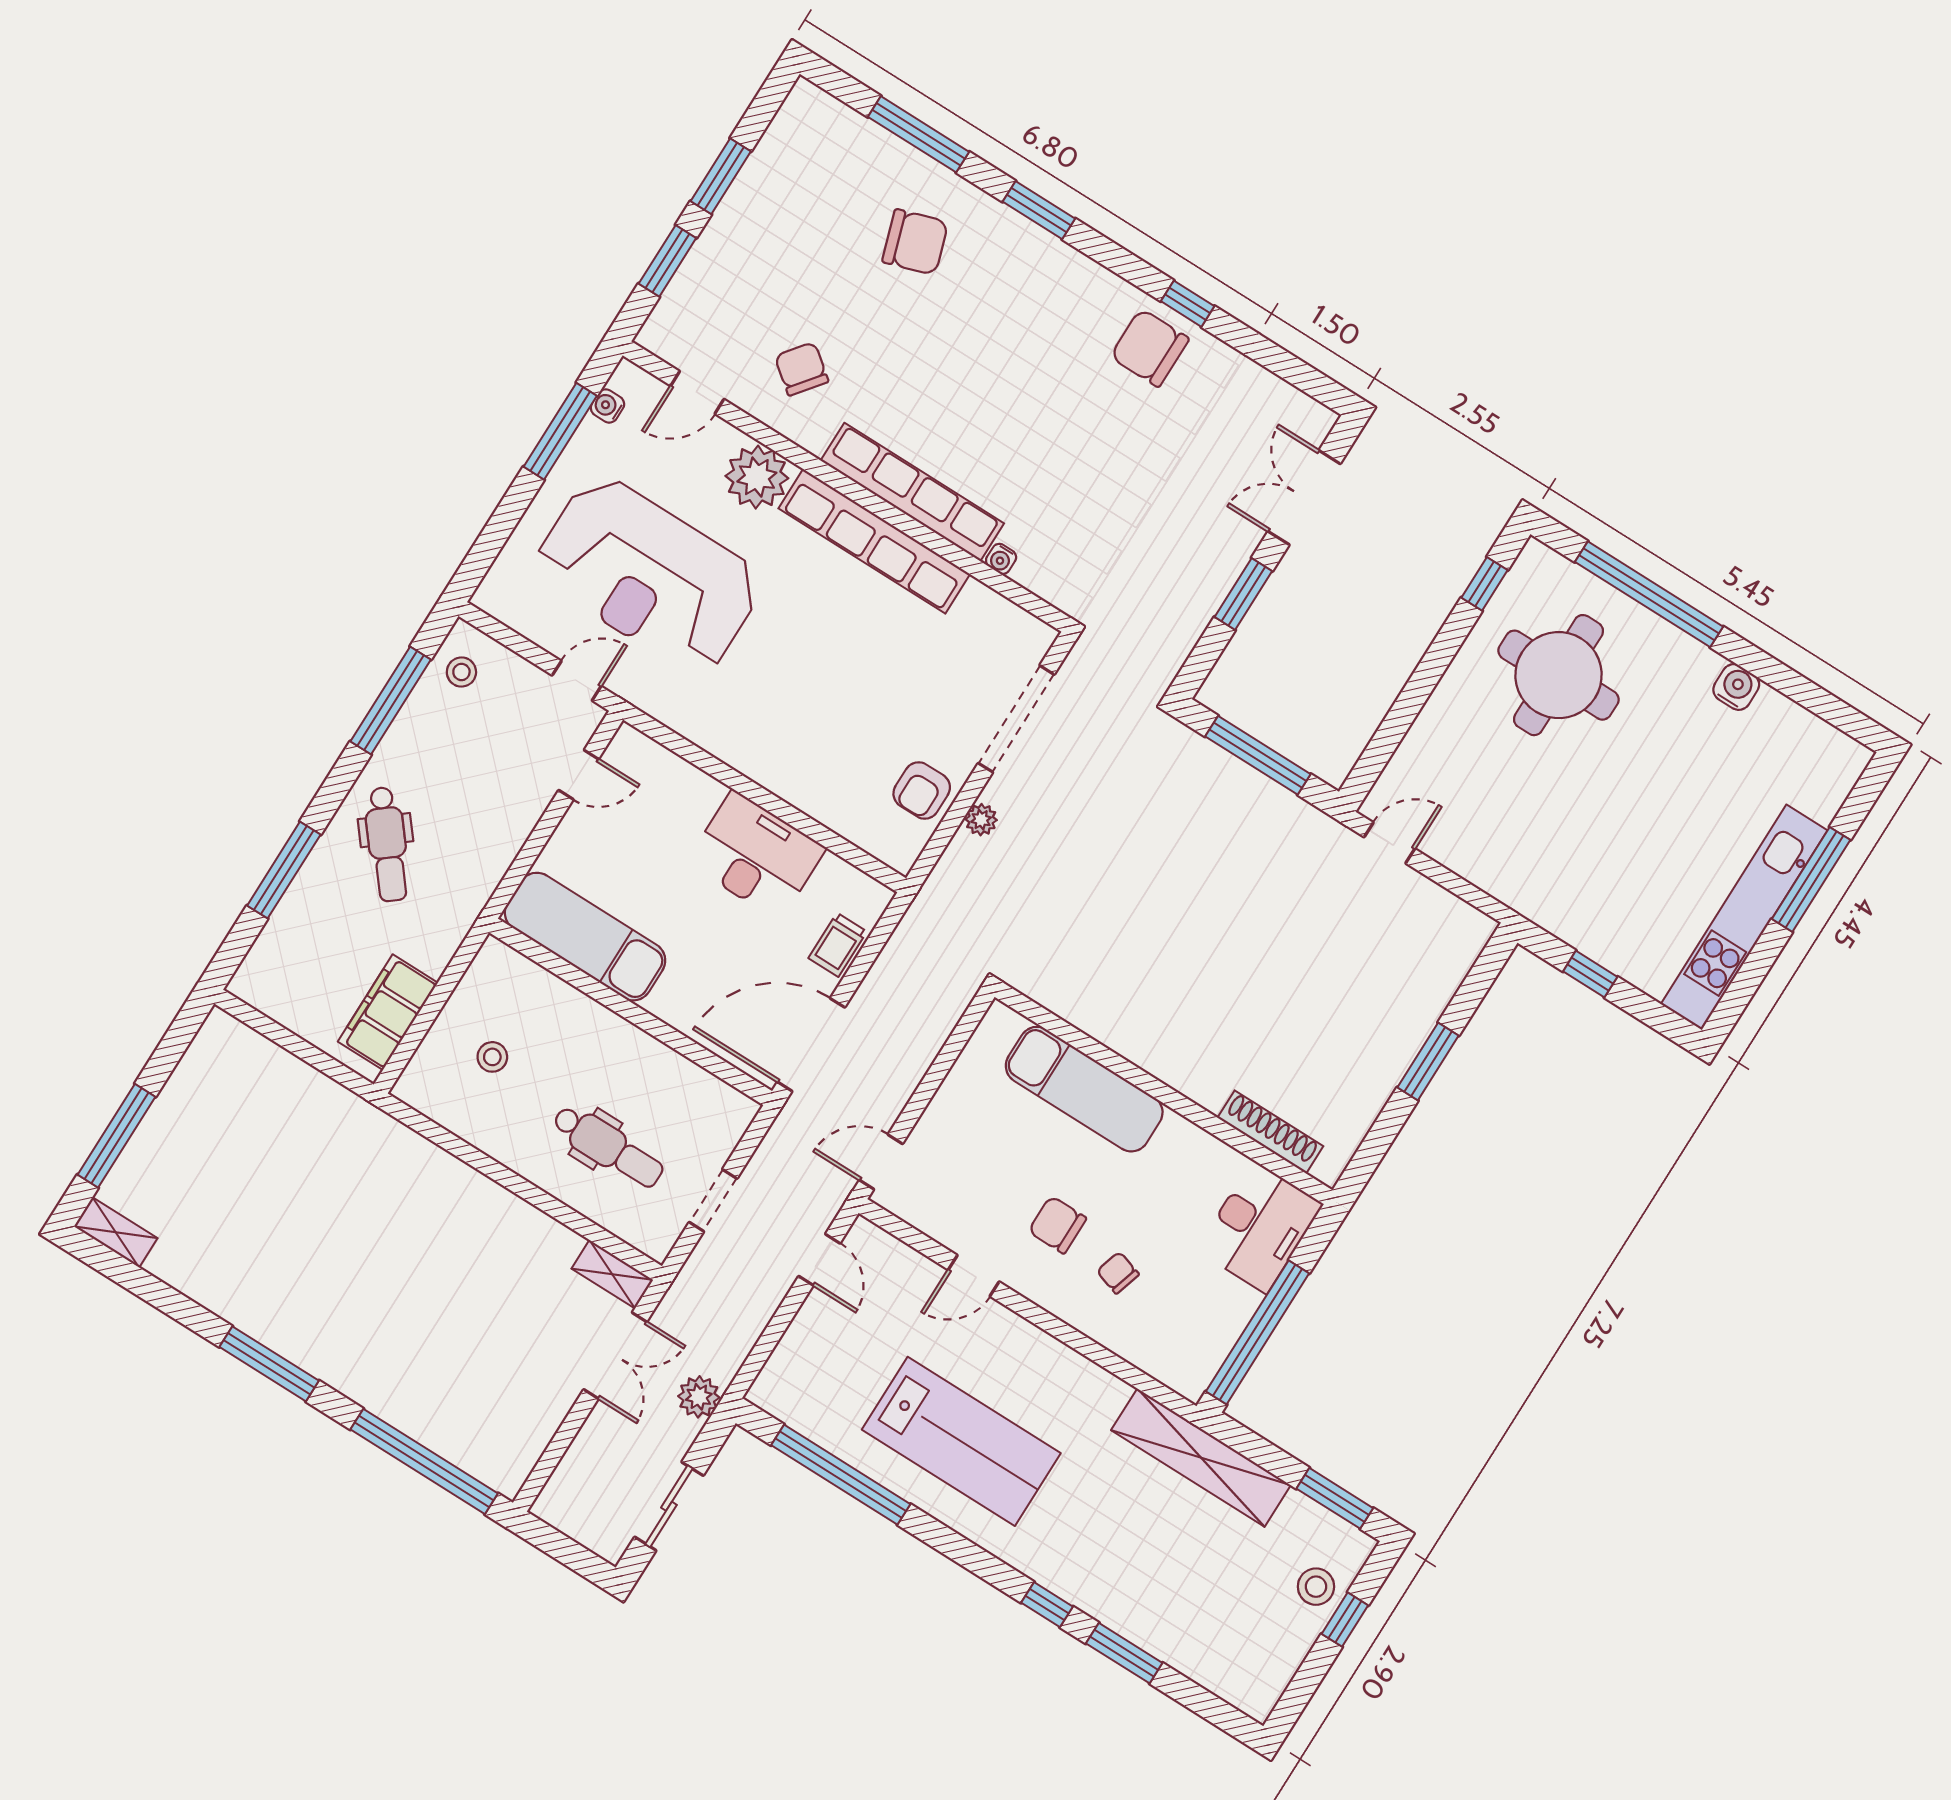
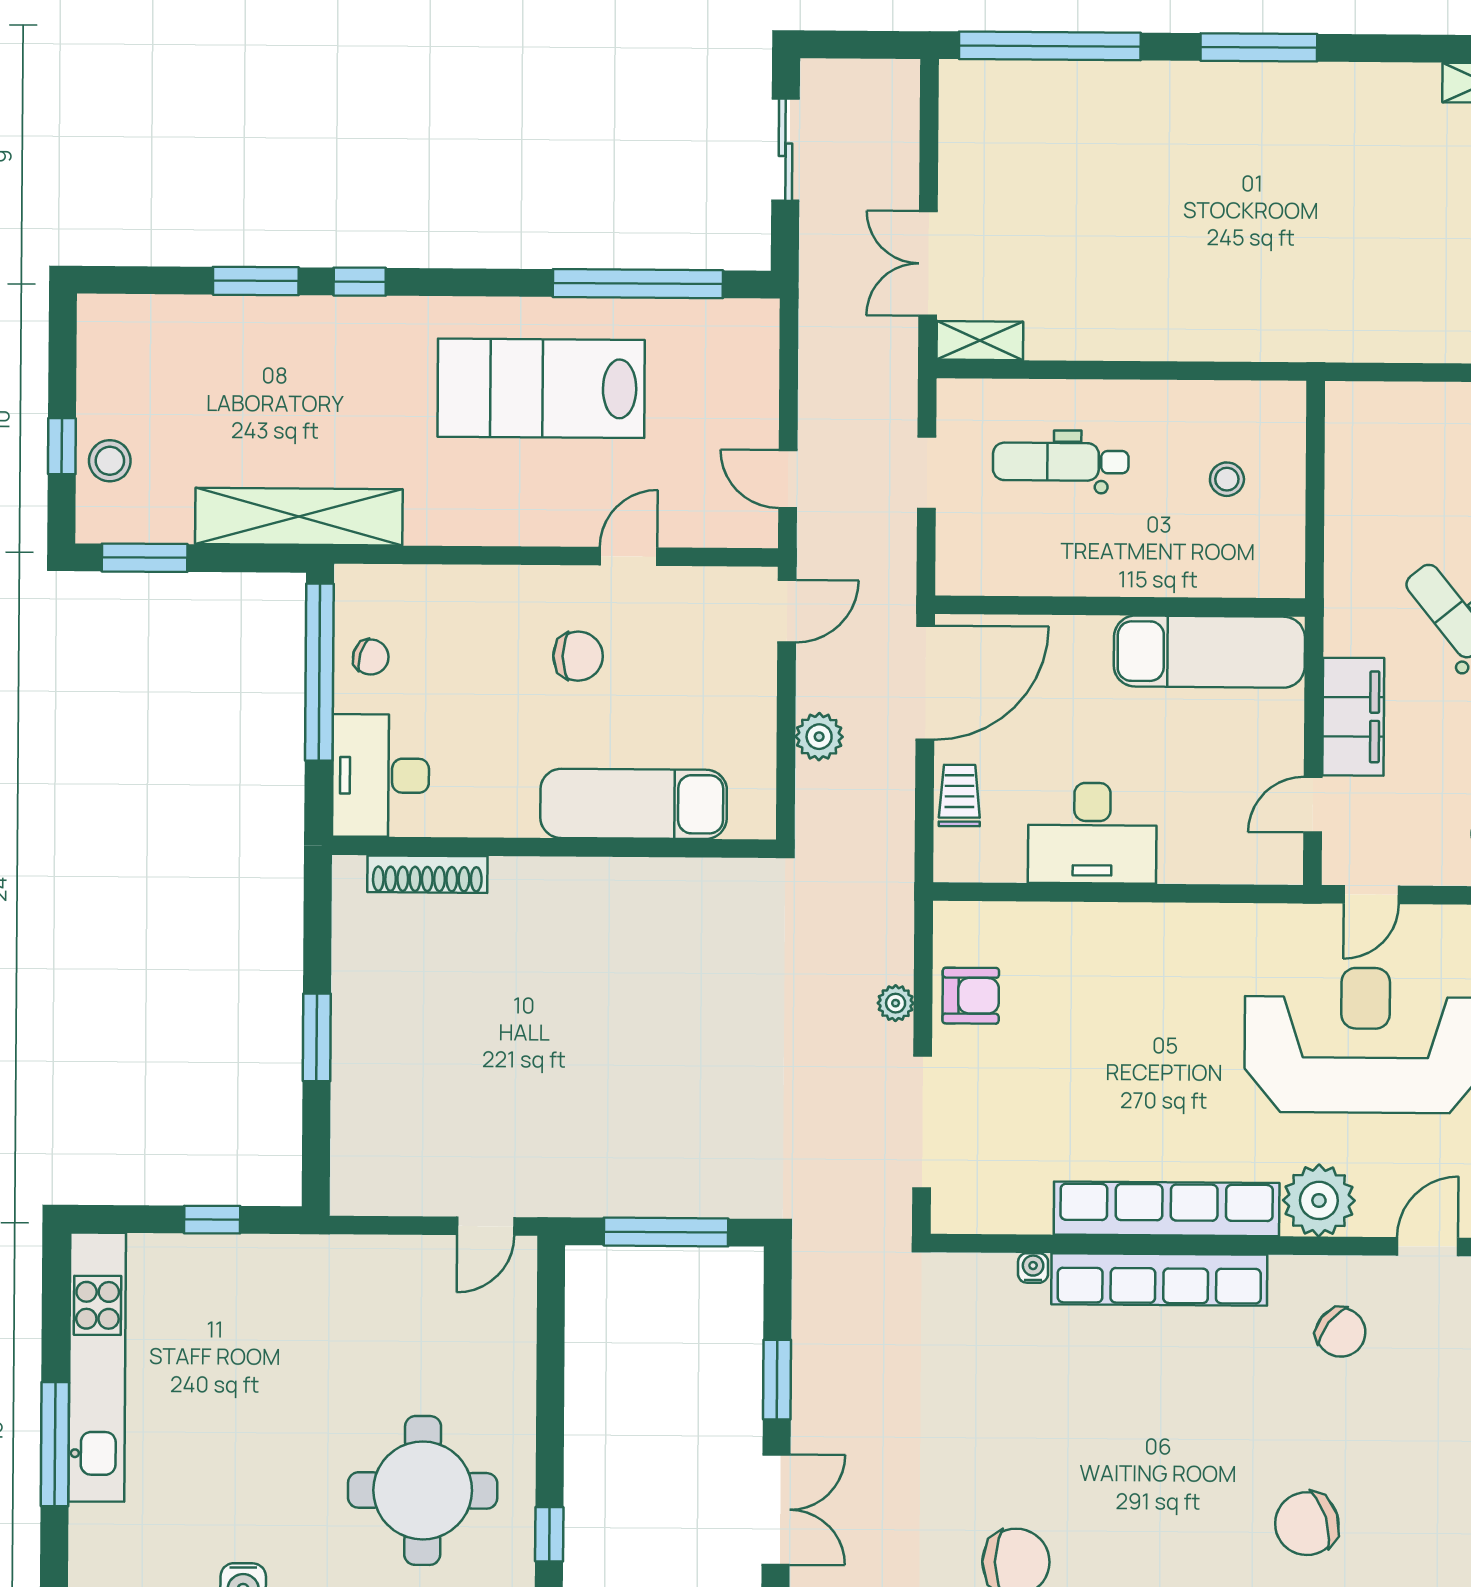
armchair: (922, 790) -> (971, 996), turned 90
filing cabinet: (388, 1012) -> (1353, 717), moved
chair: (1118, 1273) -> (371, 657), moved
plant: (699, 1397) -> (819, 737), moved

